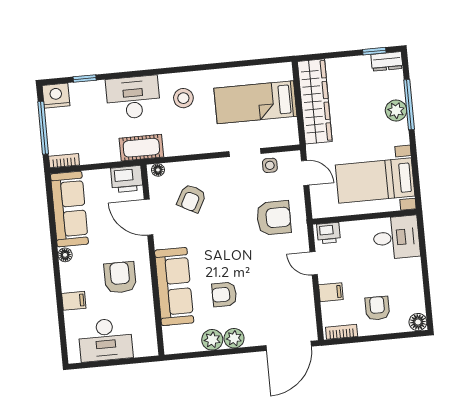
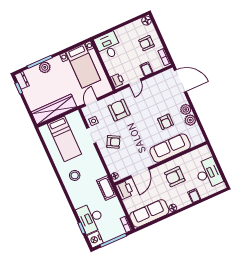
desk: (133, 97) -> (91, 218), moved
armchair: (192, 198) -> (113, 142), moved

